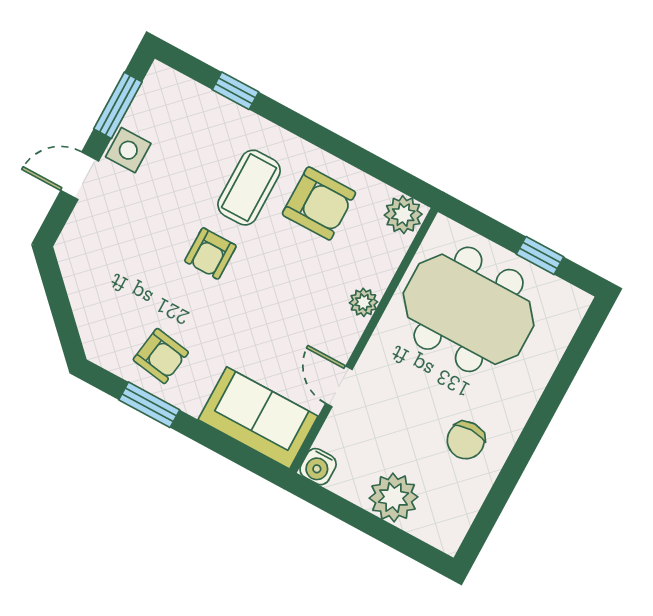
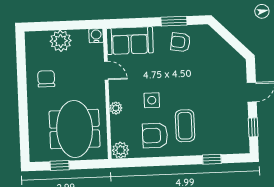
window: (118, 105) -> (253, 127), width x0.67
side table: (128, 150) -> (152, 100), moved
armchair: (210, 253) -> (185, 92), removed
meeting table: (469, 309) -> (75, 129), turned 90

